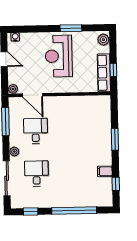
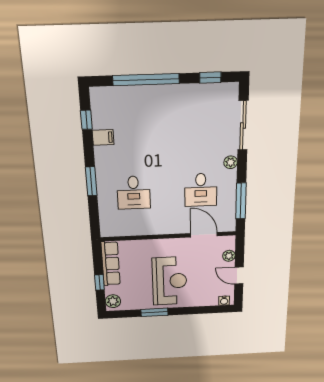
window: (113, 70) -> (99, 282), moved
plant: (13, 89) -> (229, 256), moved
desk: (36, 174) -> (134, 193), moved

